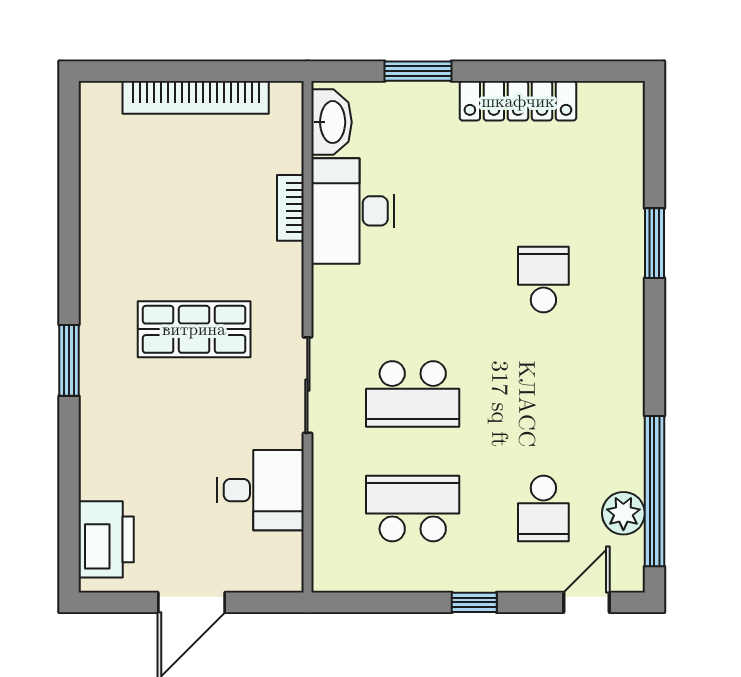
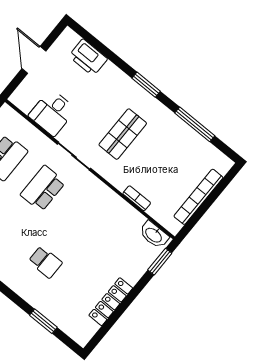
window: (418, 71) -> (160, 262), moved
desk: (353, 211) -> (119, 218), removed
window: (69, 212) -> (195, 124), added
window: (654, 243) -> (43, 321), moved
printer: (106, 539) -> (88, 57), moved

